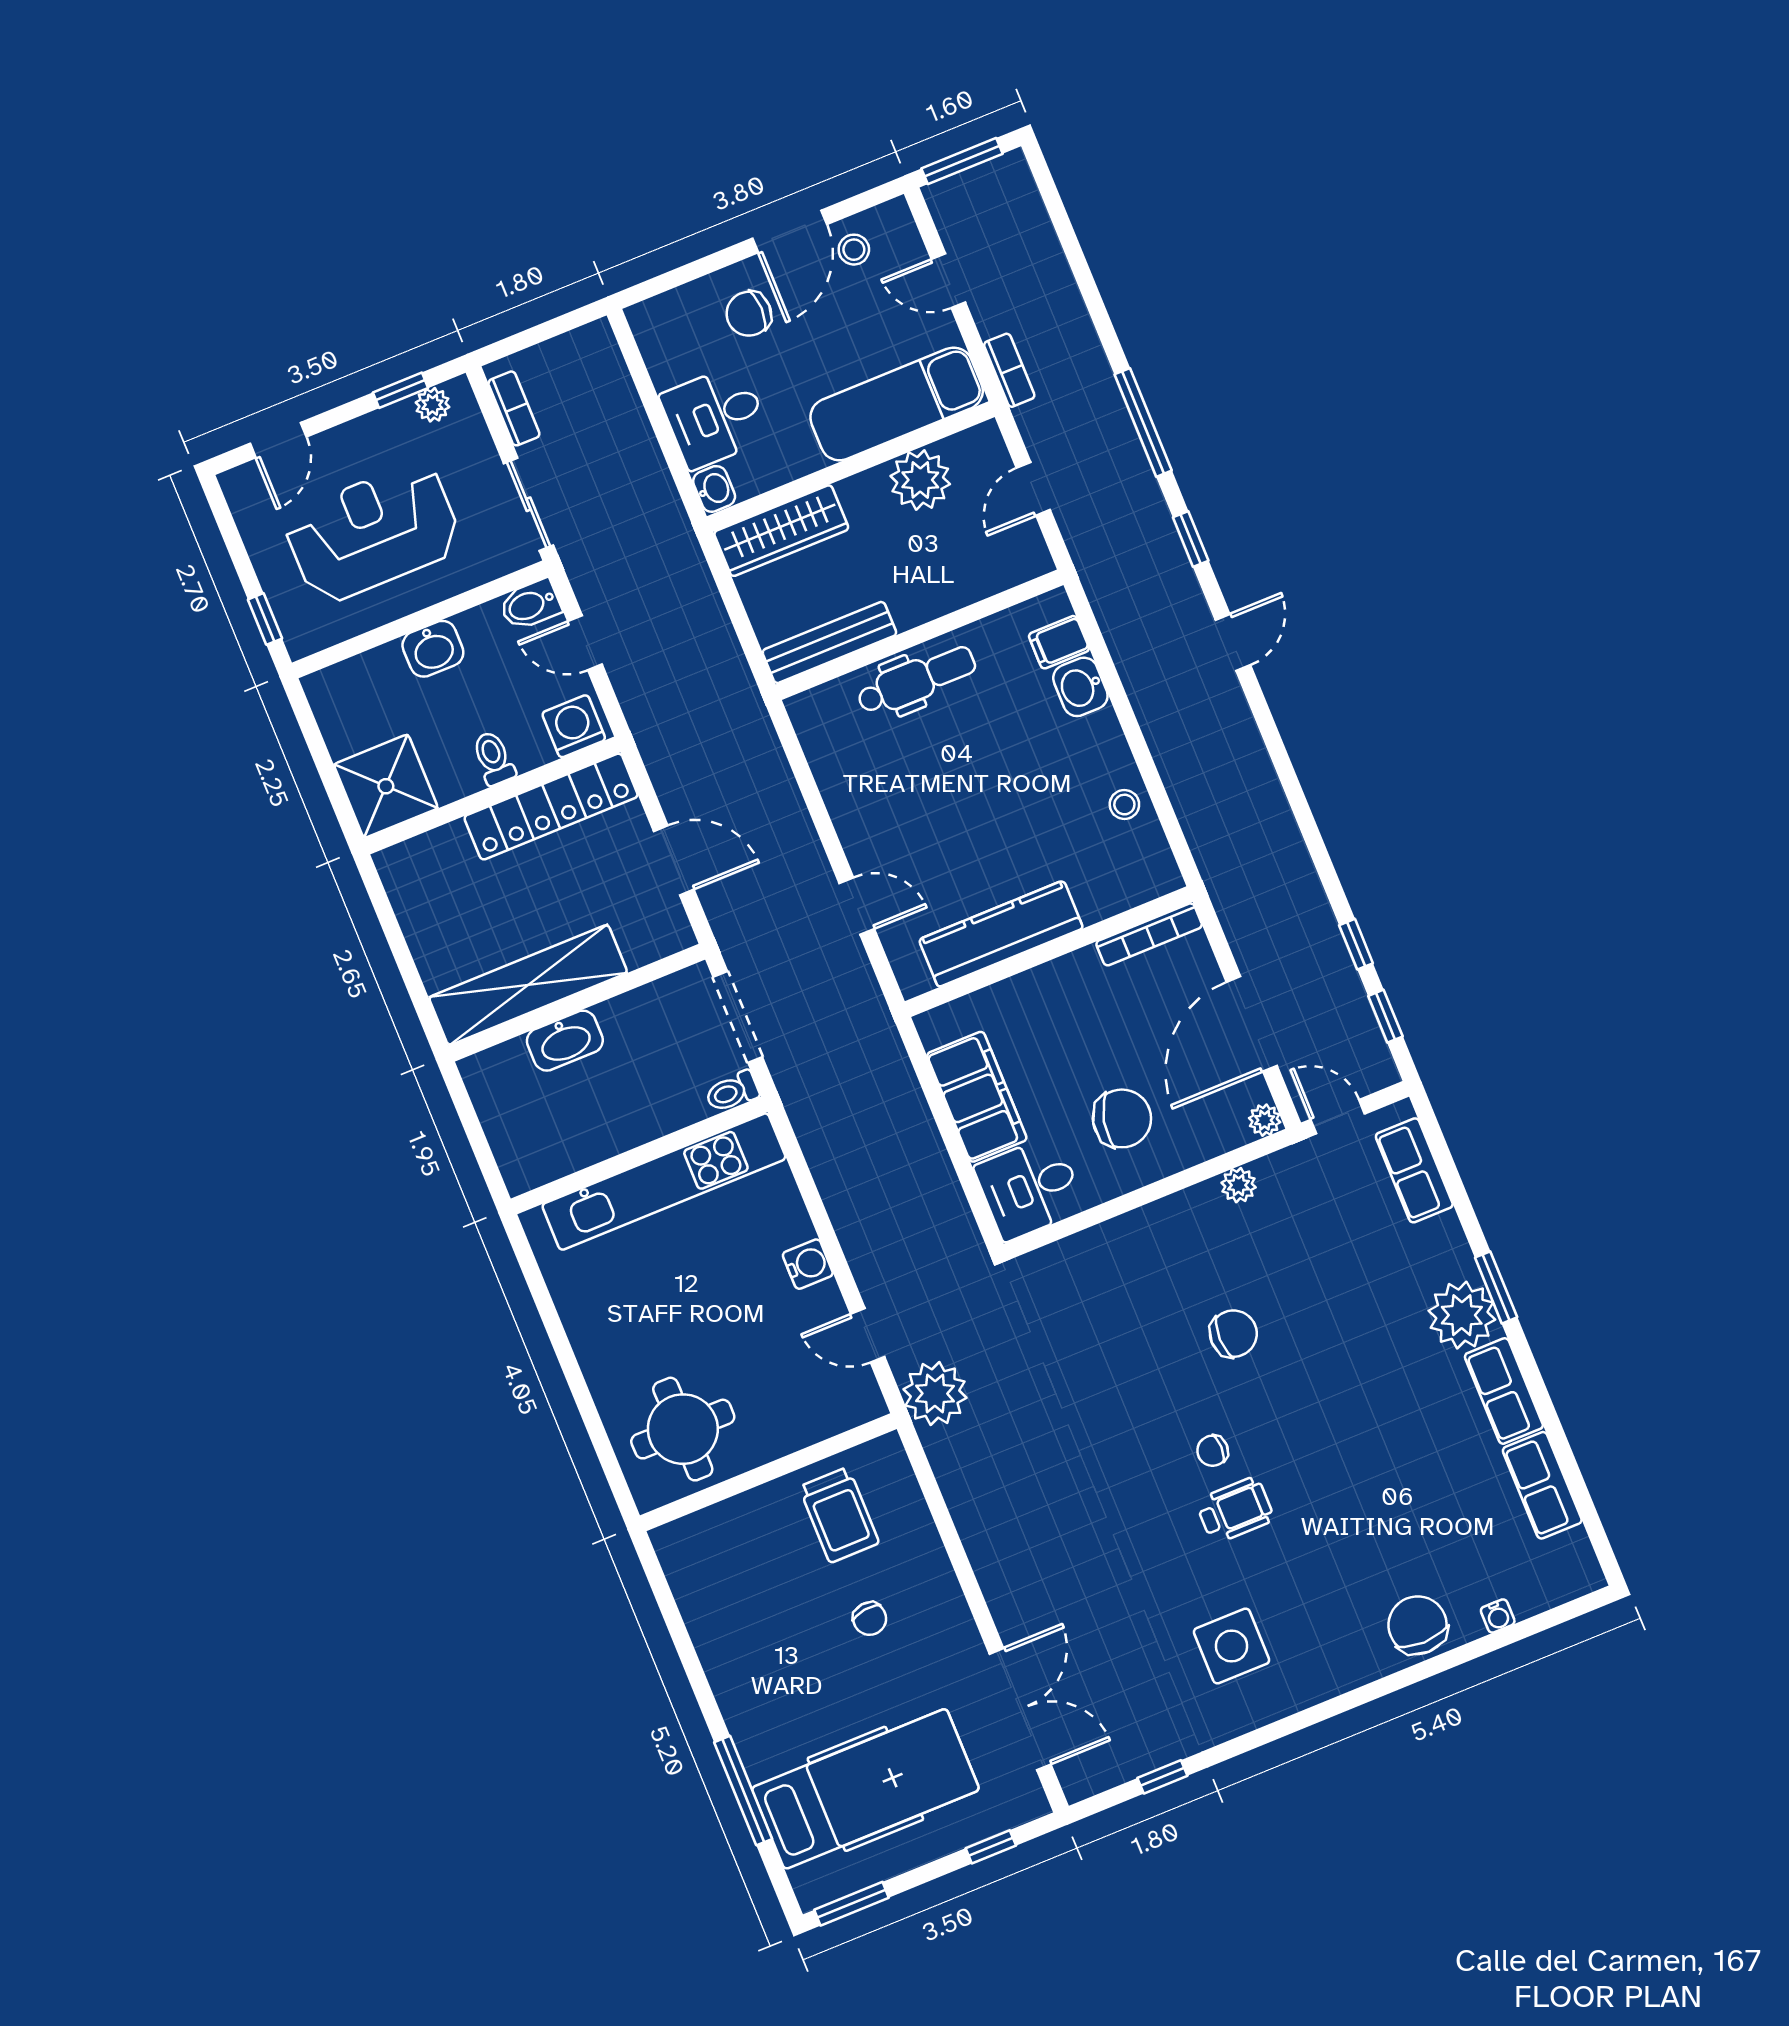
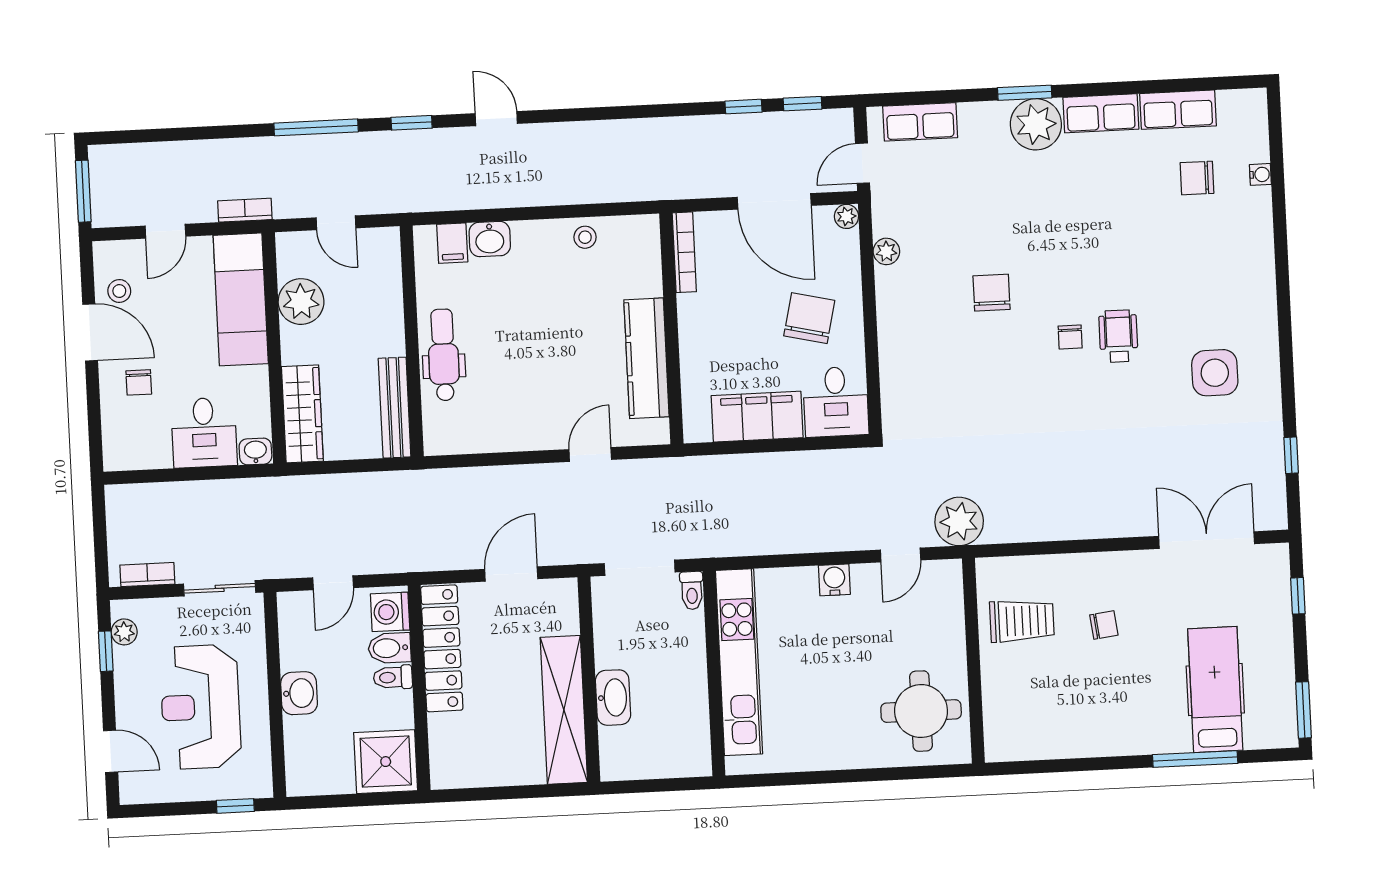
chair: (749, 314) -> (139, 382), width x0.73, depth x0.73
bidet: (530, 605) -> (389, 648), moved, turned 90
chair: (1418, 1625) -> (1197, 178), moved, width x0.73, depth x0.73
hospital bed: (865, 1789) -> (1215, 690), width x0.73, depth x0.78

